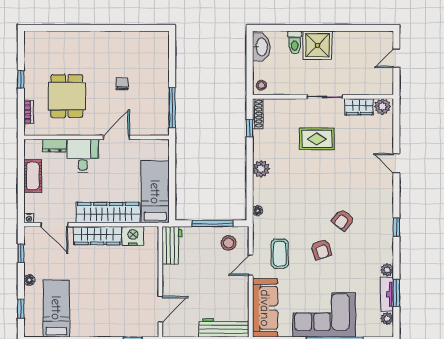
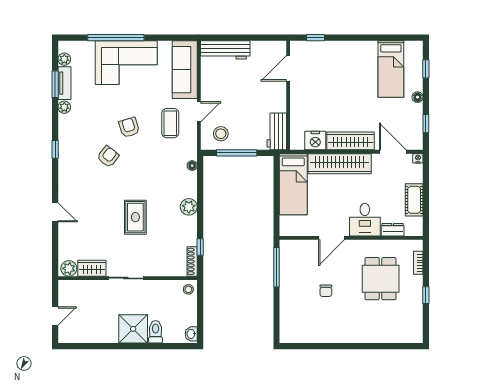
washbasin: (261, 47) -> (191, 334), width x0.52, depth x0.69
rug: (317, 139) -> (135, 217), moved, turned 90

